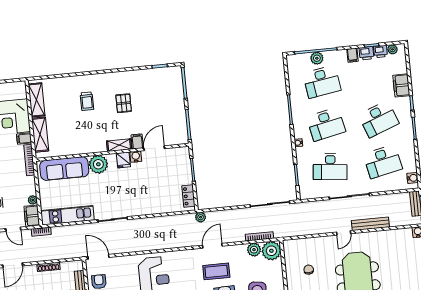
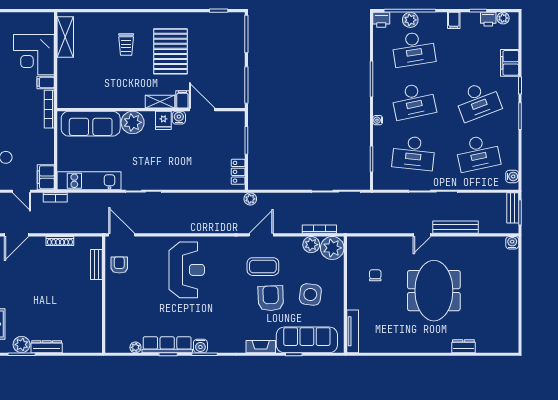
printer: (366, 53) -> (381, 20), moved
pallet: (124, 103) -> (170, 51), width x2.05, depth x2.00
shelving: (40, 135) -> (65, 80), removed
door: (154, 148) -> (202, 110), hinge flipped
plant: (33, 200) -> (49, 158), removed

